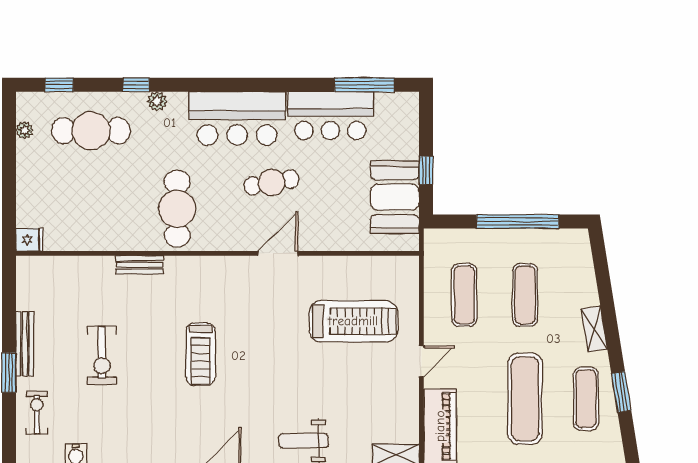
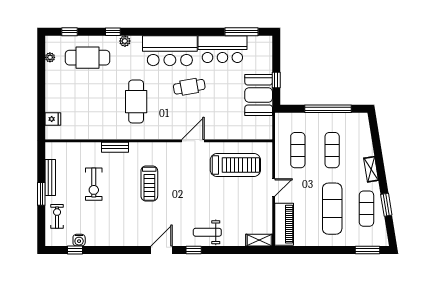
wall: (217, 253) -> (159, 141), moved
door: (278, 253) -> (193, 141), moved
bench: (140, 265) -> (115, 147), moved

